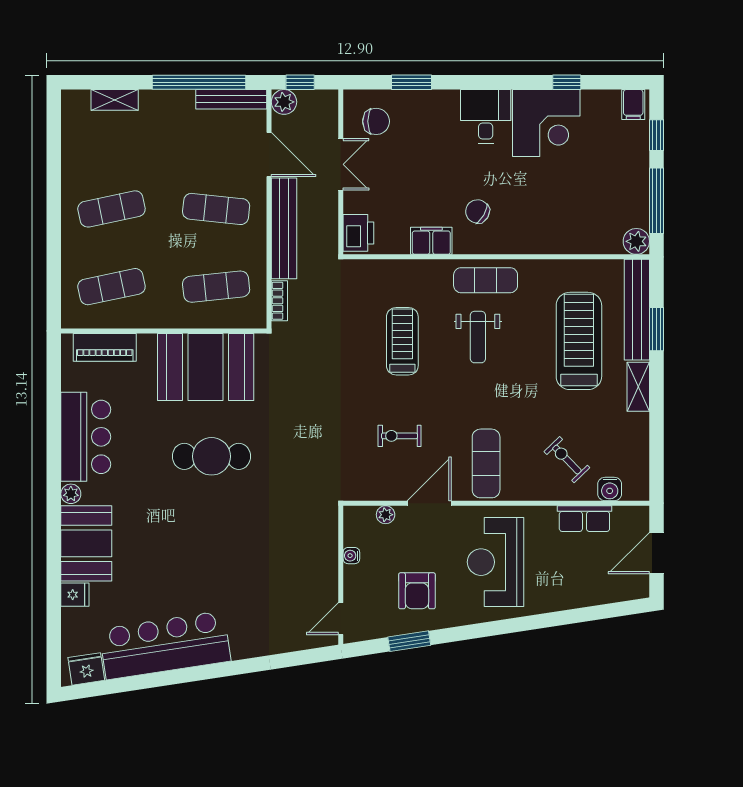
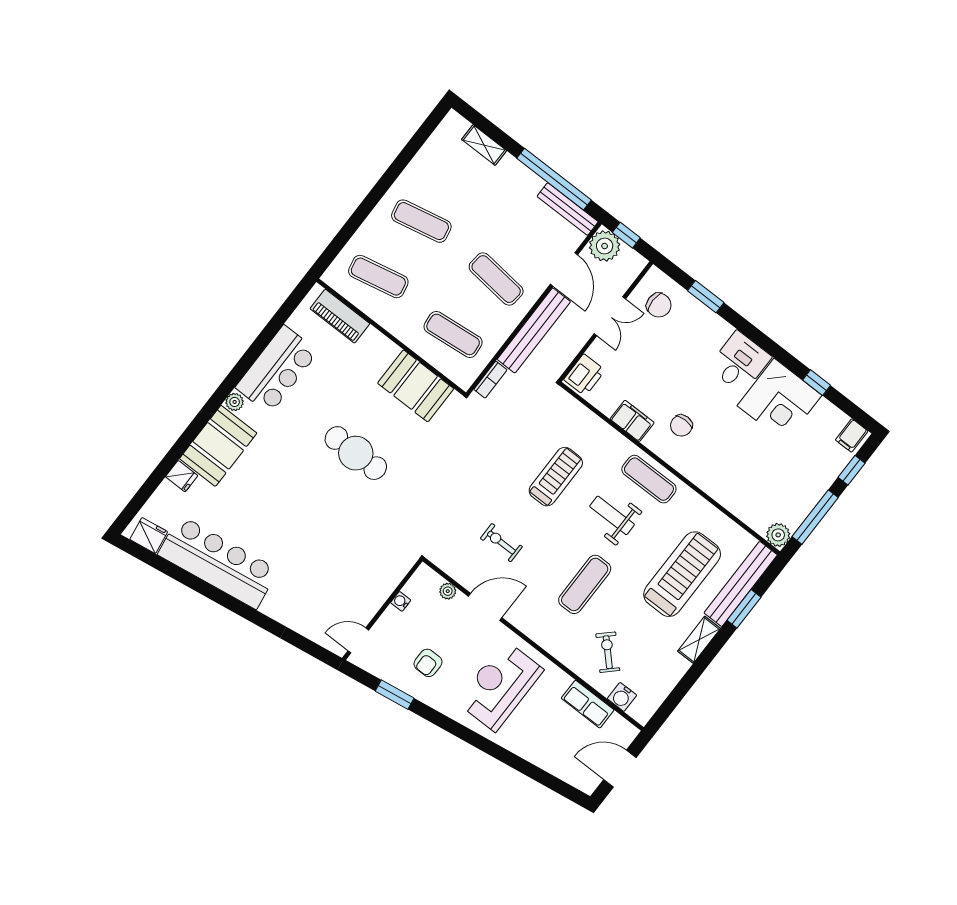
plant: (284, 102) -> (605, 246), width x1.36, depth x1.36
chair: (477, 211) -> (681, 426), turned -120
weight bench: (478, 337) -> (612, 515), turned 90
booth: (206, 367) -> (416, 386), width x0.73, depth x0.70
exercise mat: (486, 463) -> (585, 584), moved
armchair: (417, 591) -> (428, 663), width x0.72, depth x0.72

